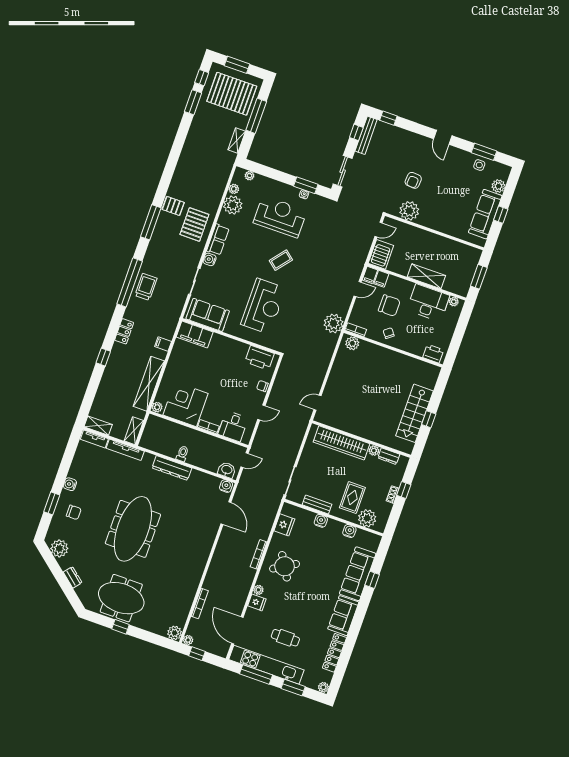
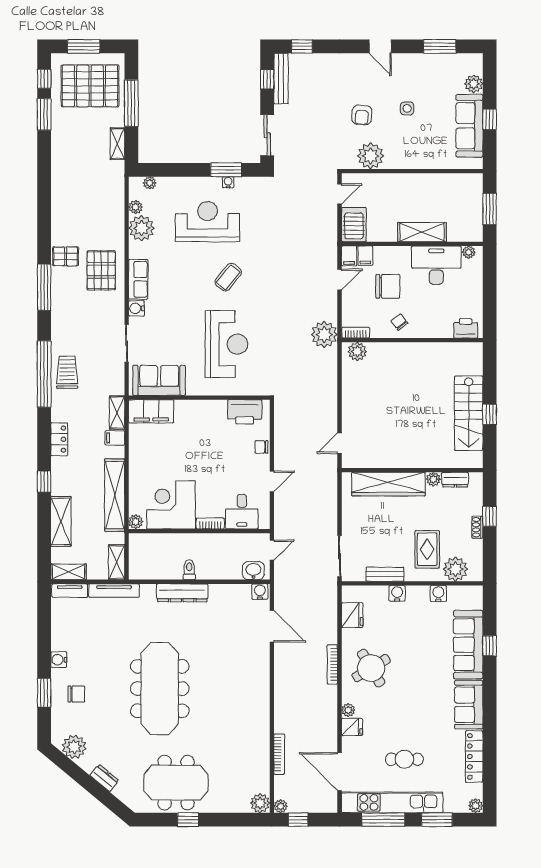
side table: (479, 165) -> (407, 108), moved
shelving: (171, 327) -> (117, 413), added
shelving: (105, 389) -> (61, 521), added

